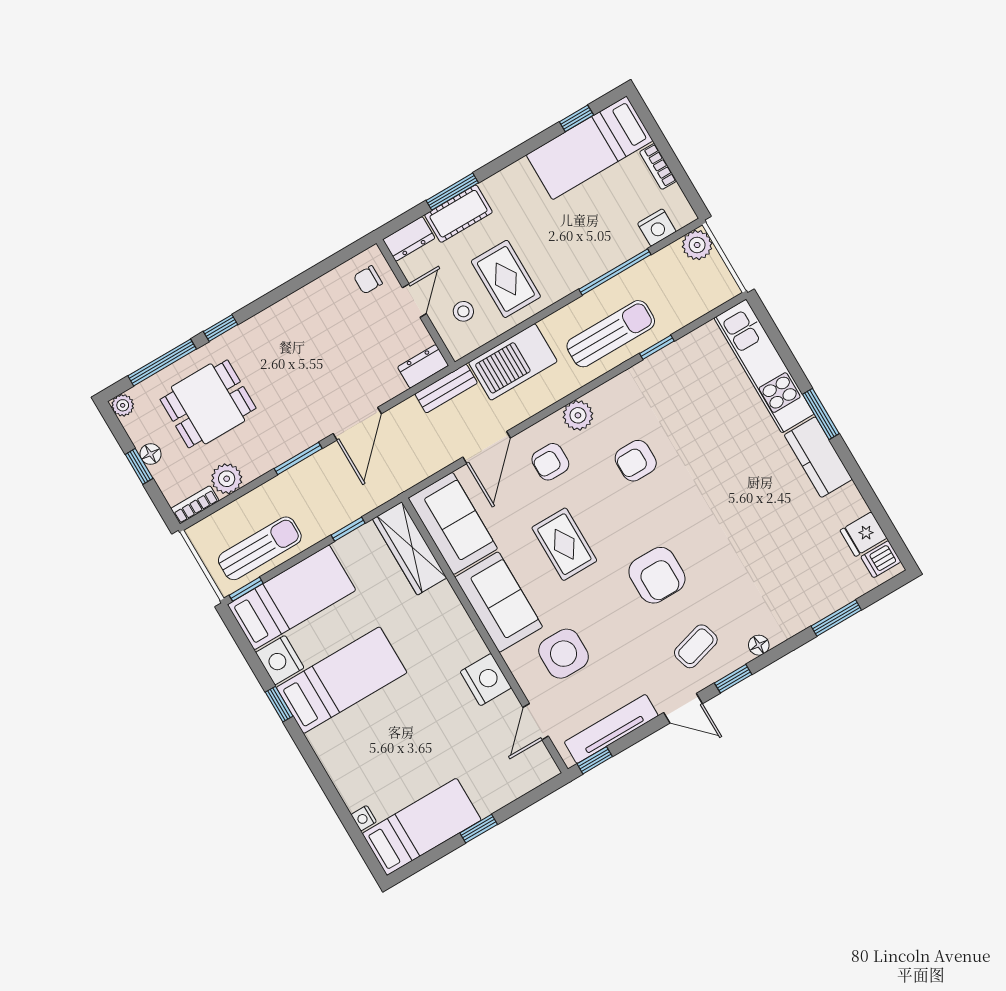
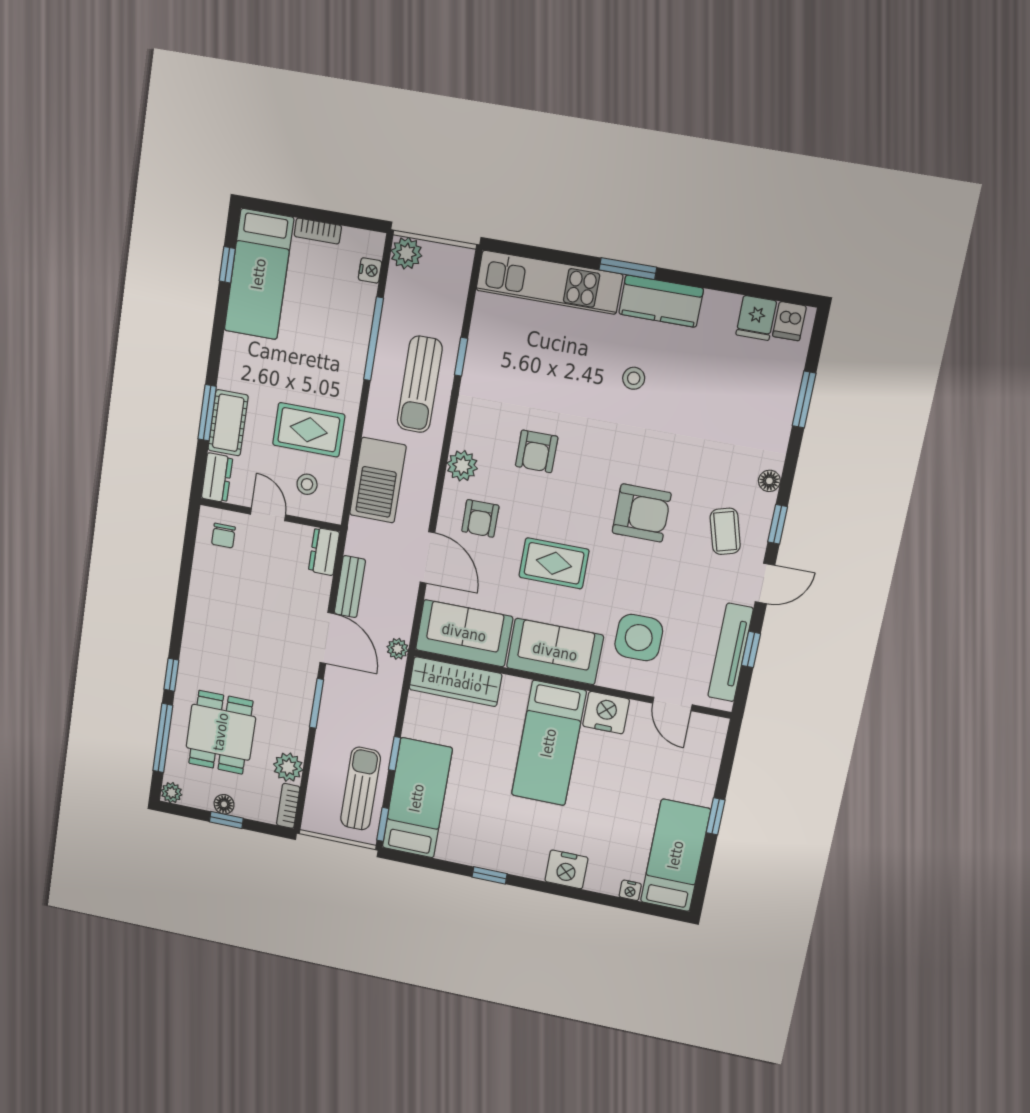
nightstand: (657, 227) -> (370, 270), width x0.72, depth x0.74
sun lounger: (611, 334) -> (420, 384), turned 180
bench: (446, 389) -> (350, 587), moved
plant: (397, 484) -> (398, 649), added
stool: (748, 485) -> (634, 378), added
window: (348, 529) -> (395, 754), moved
nightstand: (280, 660) -> (566, 869), moved
bed: (342, 680) -> (549, 743), moved, turned 180
window: (595, 760) -> (751, 649), moved

